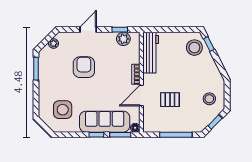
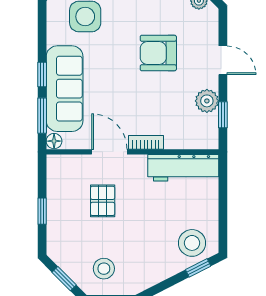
plant: (123, 39) -> (207, 101), moved
armchair: (84, 67) -> (158, 53), turned 180
window: (176, 135) -> (42, 211), width x0.46

